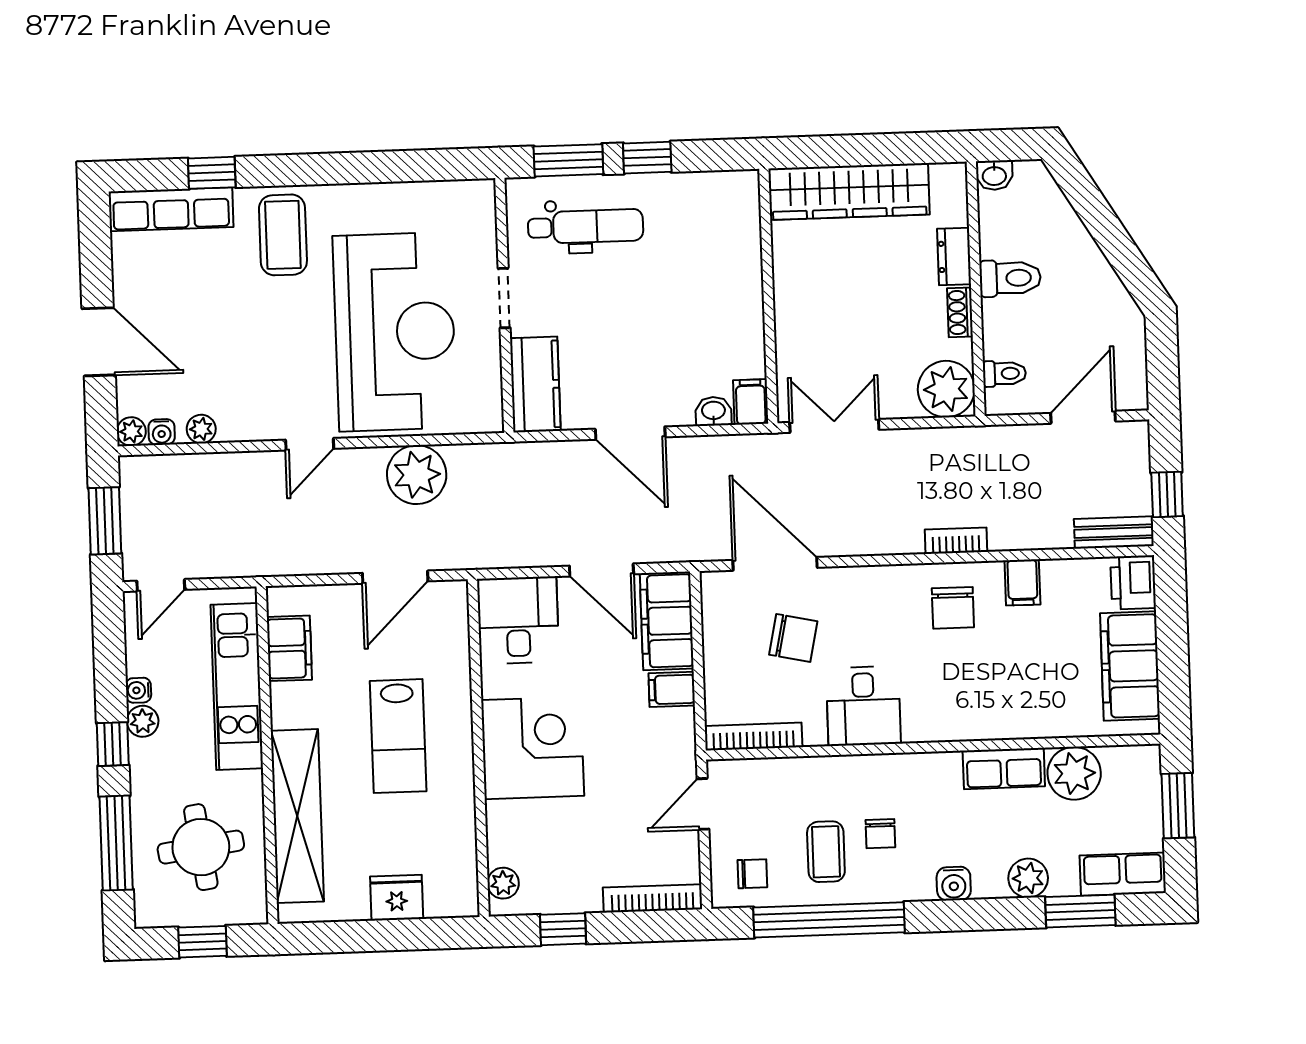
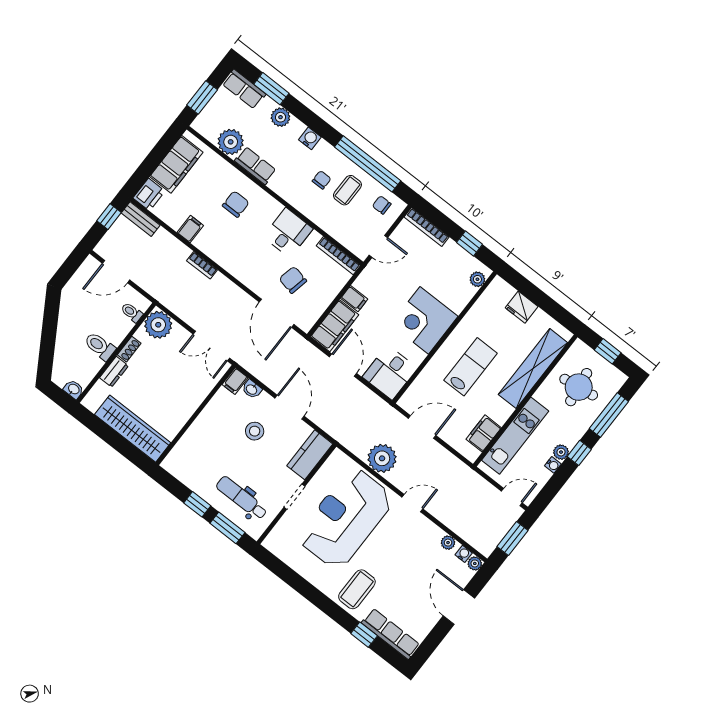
stool: (654, 349) -> (255, 431), added
chair: (953, 608) -> (236, 204), moved

